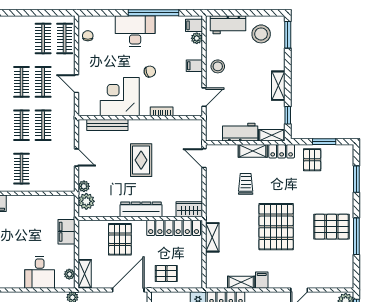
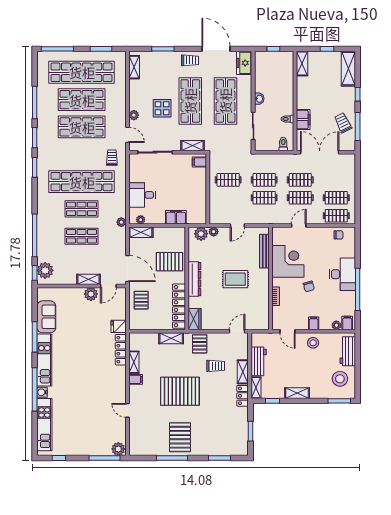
pallet: (312, 160) -> (200, 344), moved, turned 90

